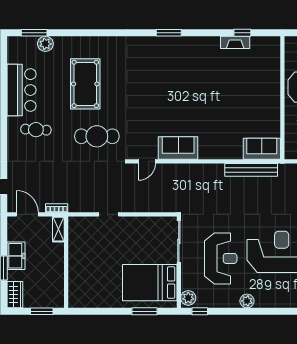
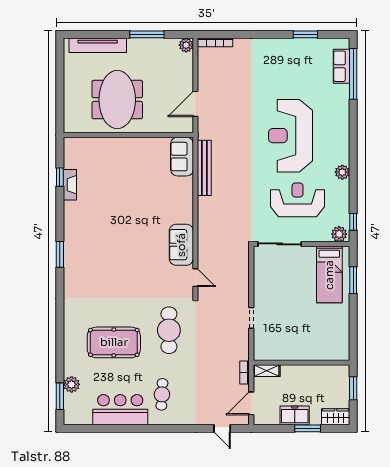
bed: (150, 283) -> (329, 275), width x0.67

